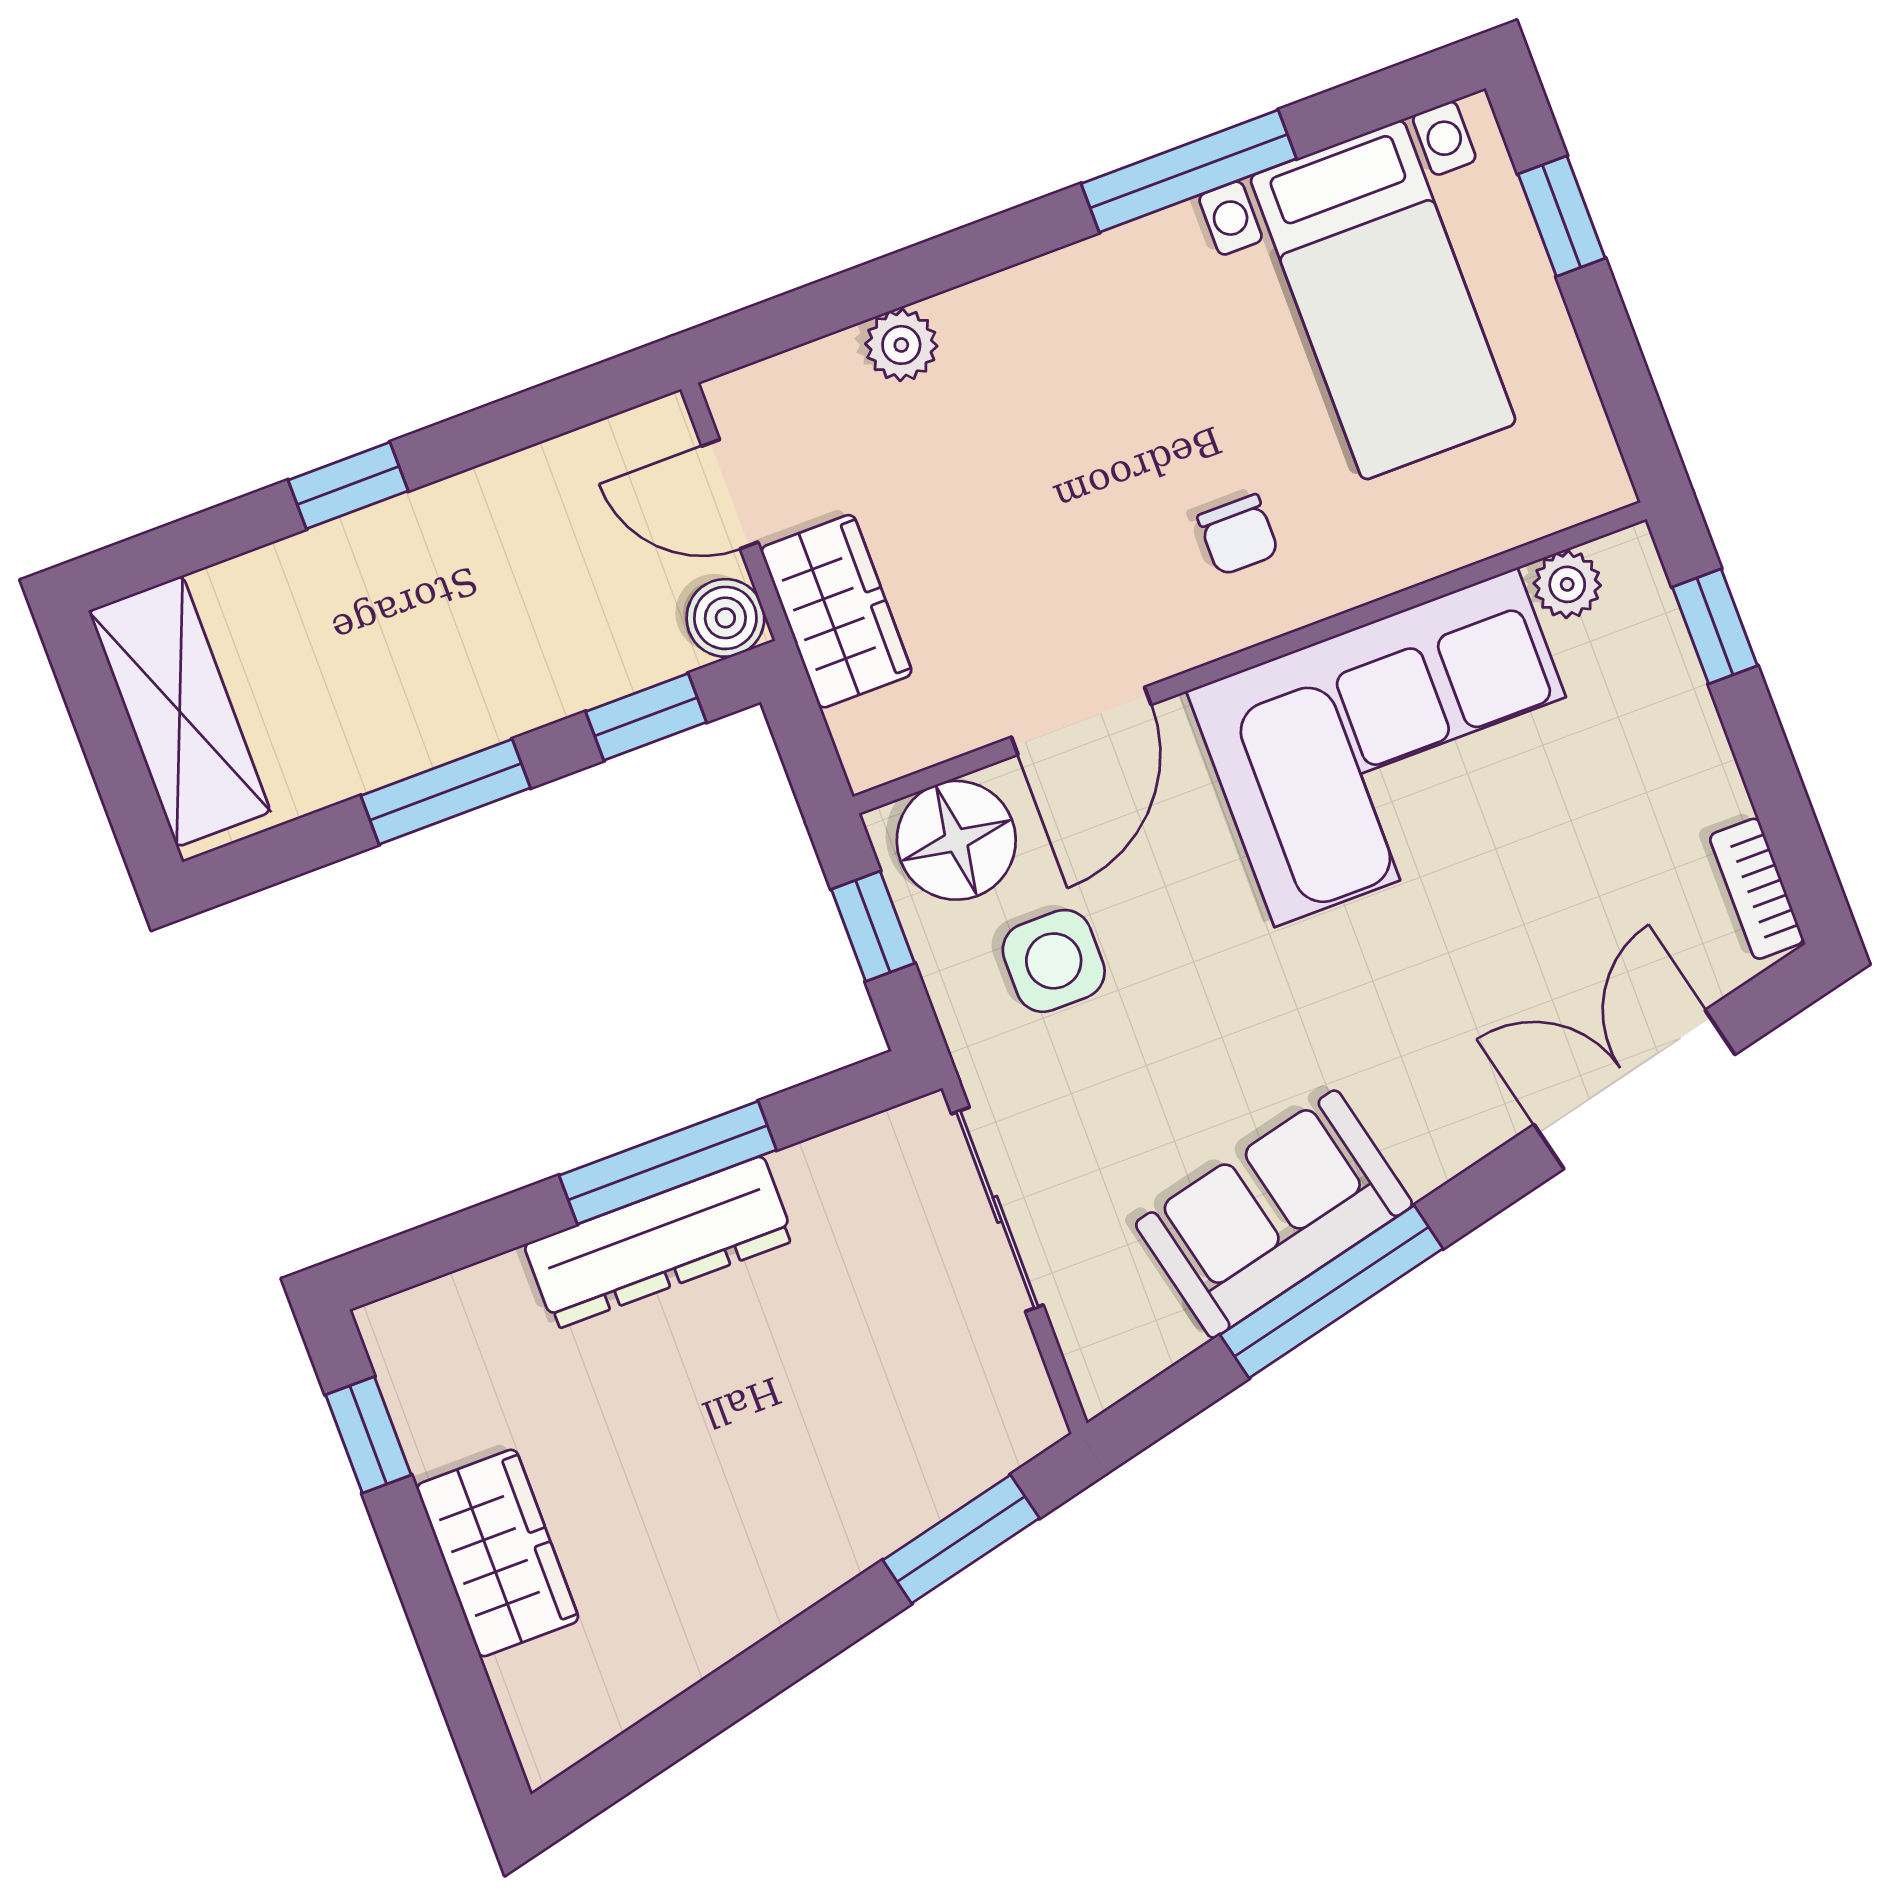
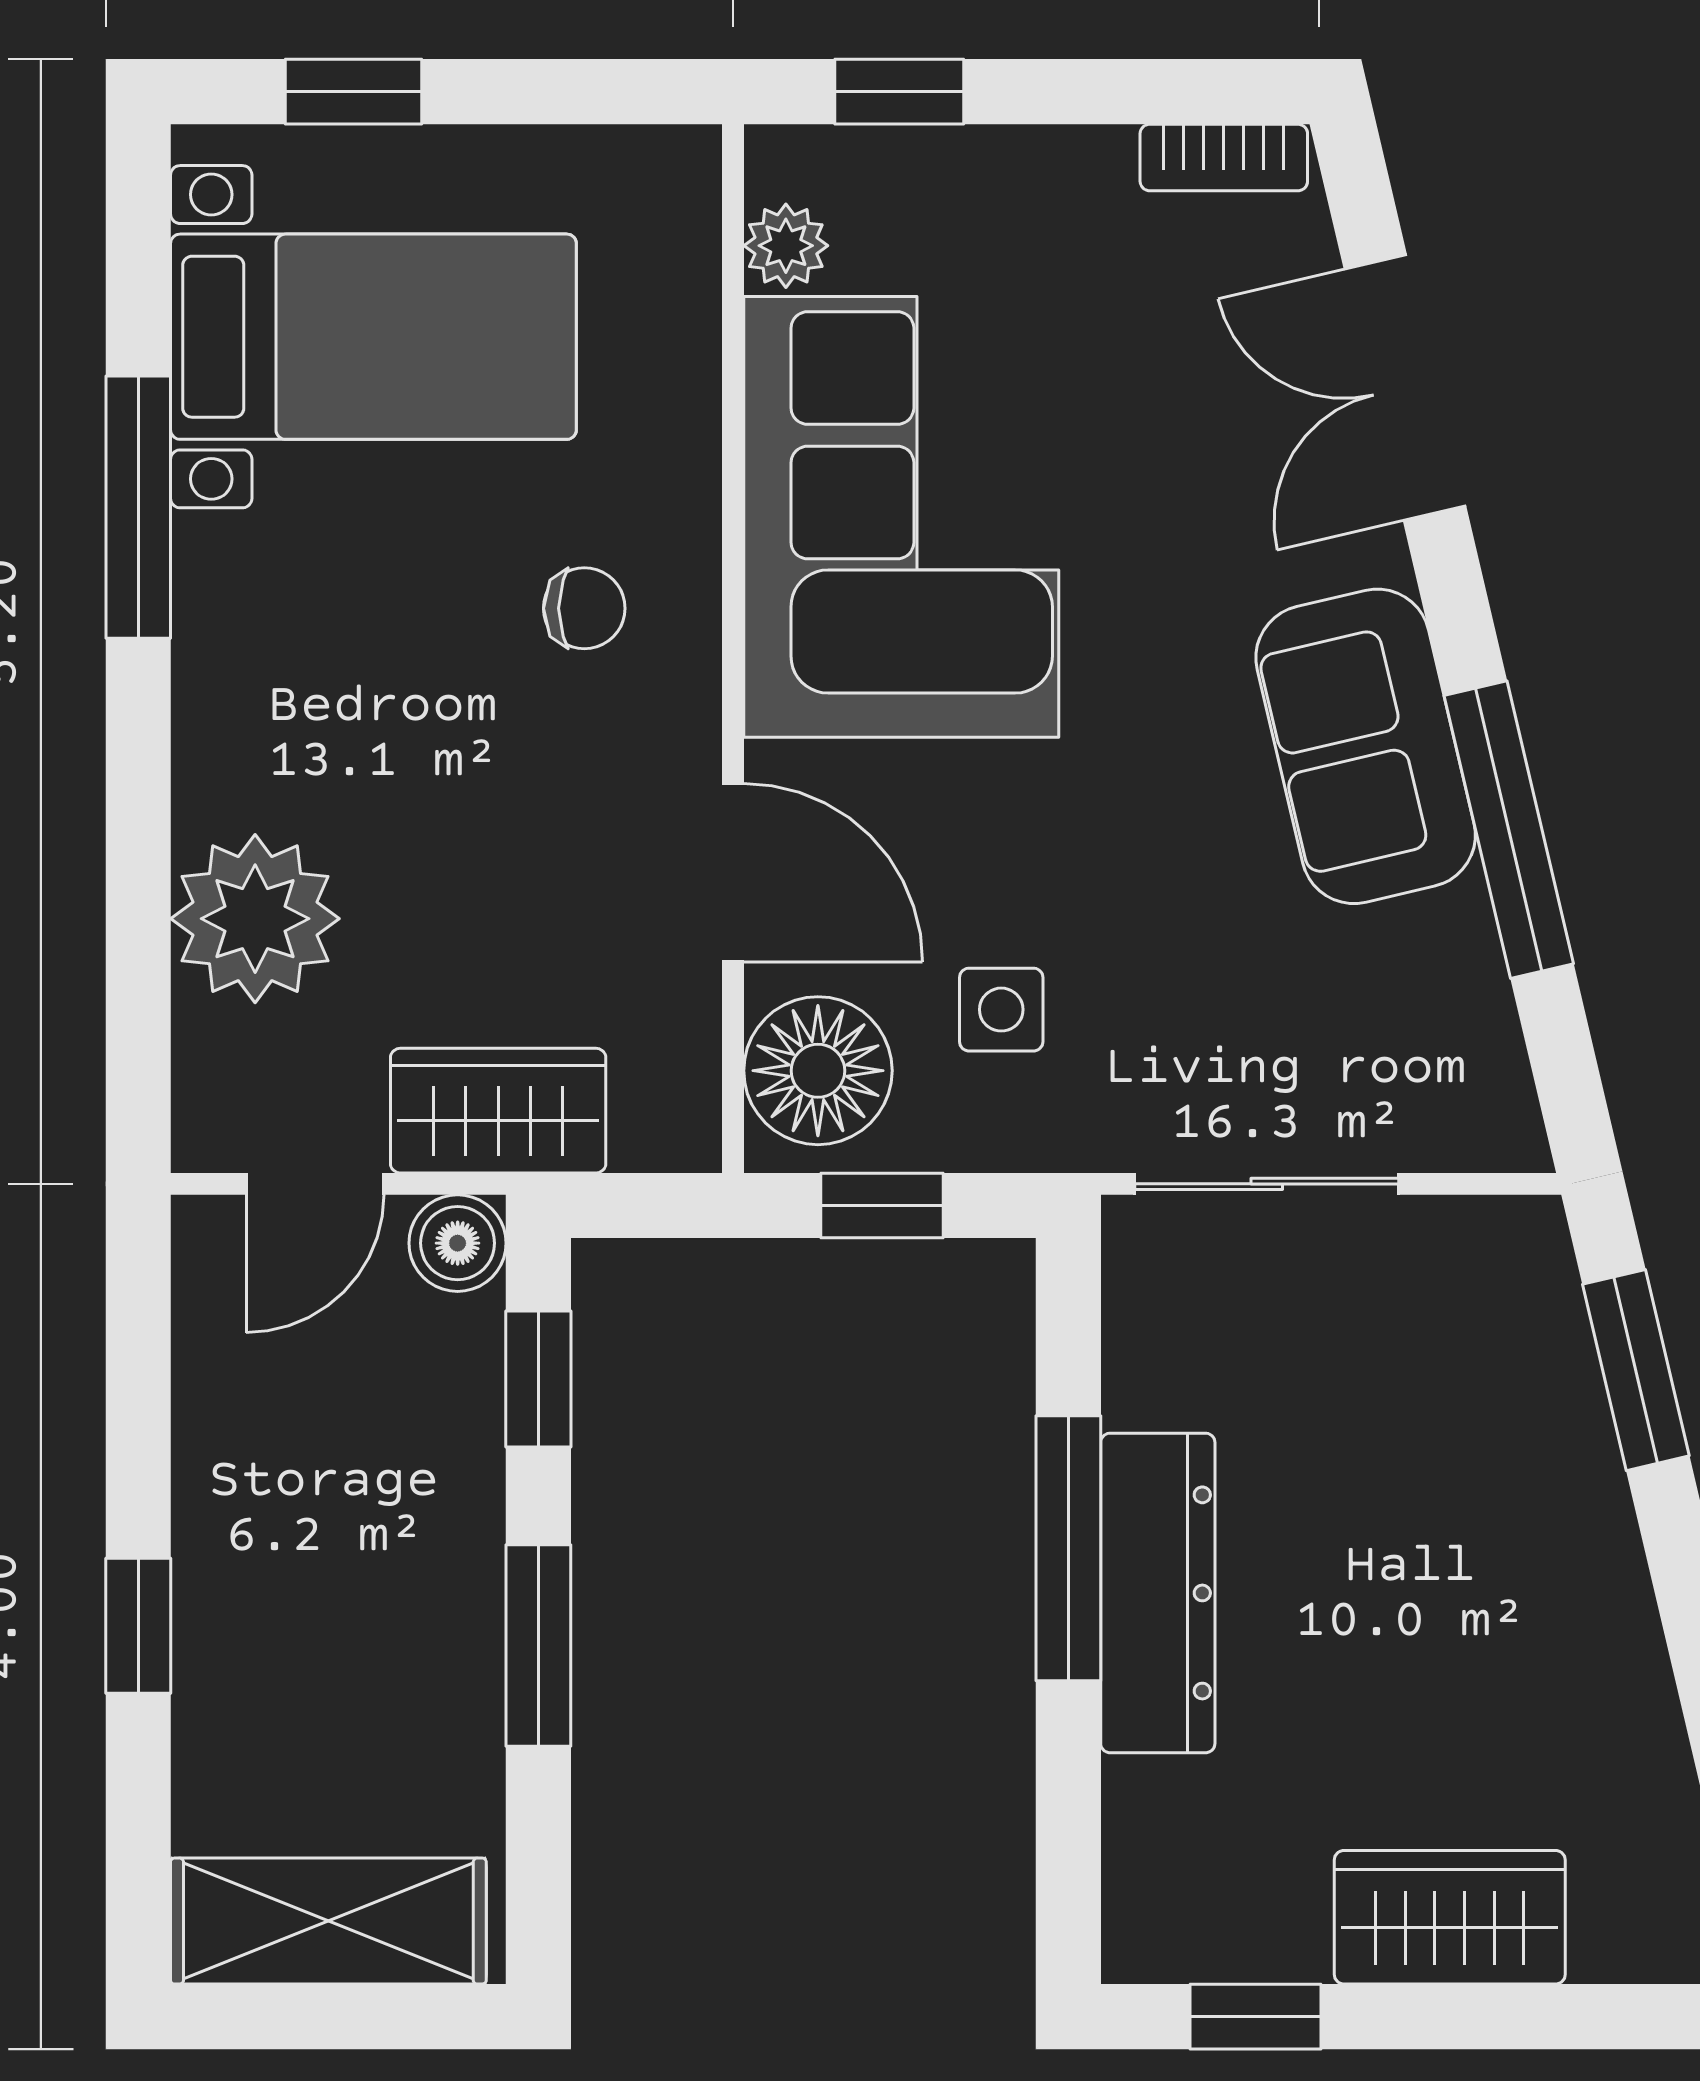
plant: (901, 345) -> (255, 919), width x1.87, depth x1.87
side table: (1054, 961) -> (1001, 1010), width x0.73, depth x0.73
sofa: (1274, 1214) -> (1366, 746), moved

